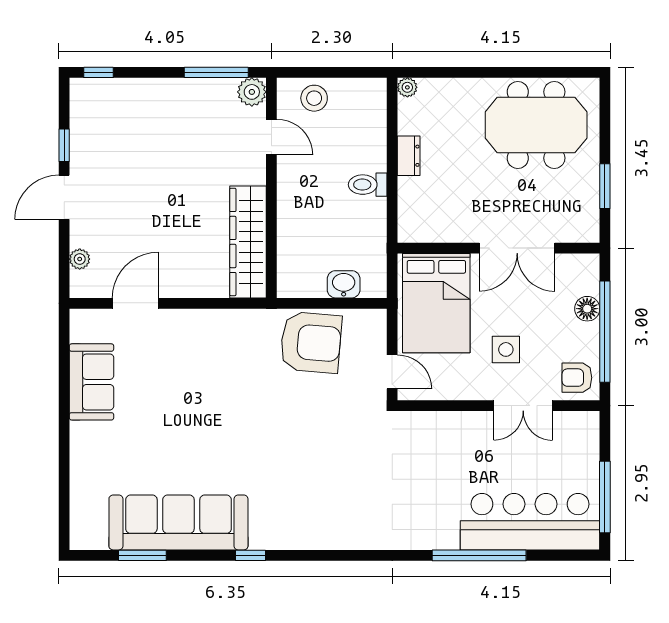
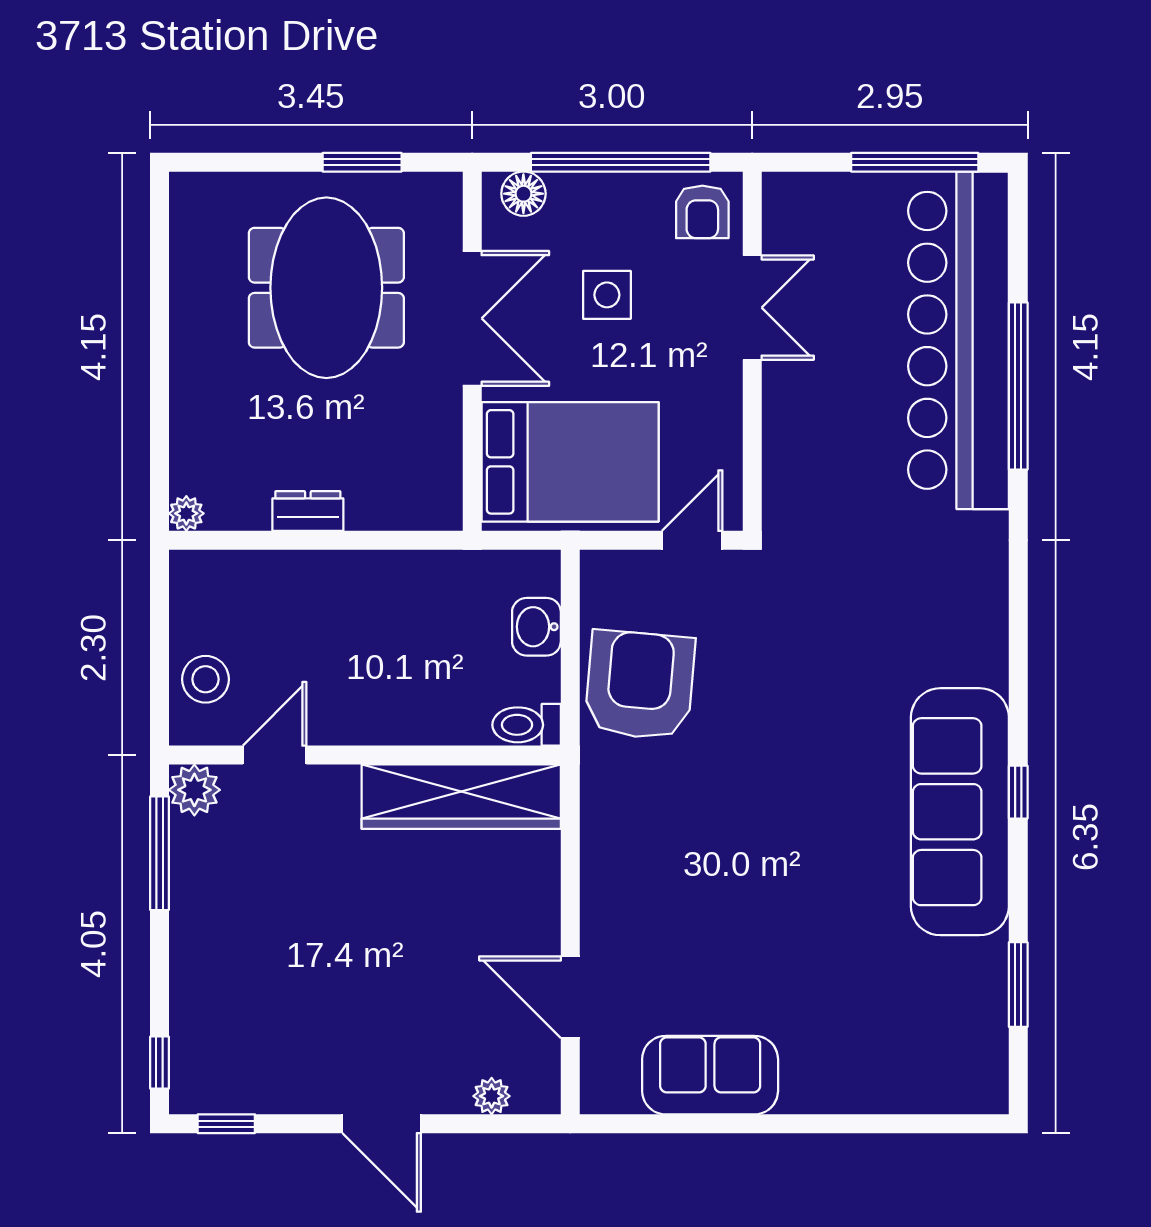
meeting table: (536, 125) -> (326, 288), moved
window: (64, 145) -> (226, 1124), moved
toilet: (368, 185) -> (527, 725), moved, turned 90
floor lamp: (587, 309) -> (523, 194), moved
side table: (506, 349) -> (607, 295), moved
sofa: (178, 522) -> (960, 812), moved
bar counter: (530, 522) -> (958, 340), width x1.36

